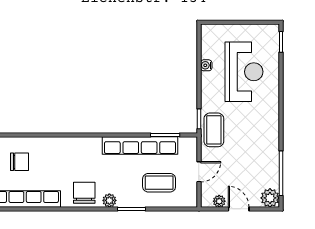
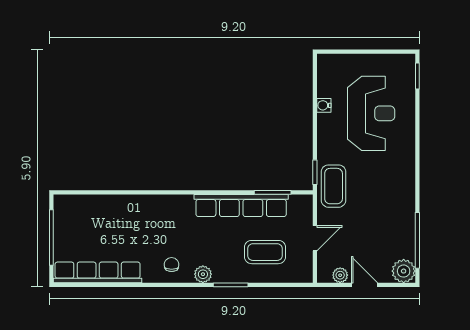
chair: (19, 162) -> (90, 226), removed
chair: (84, 193) -> (172, 265), width x0.54, depth x0.54

